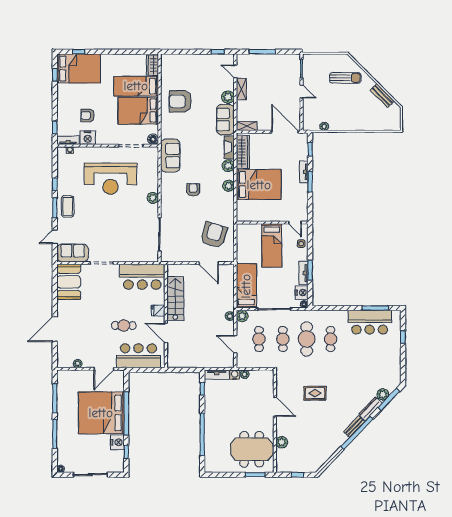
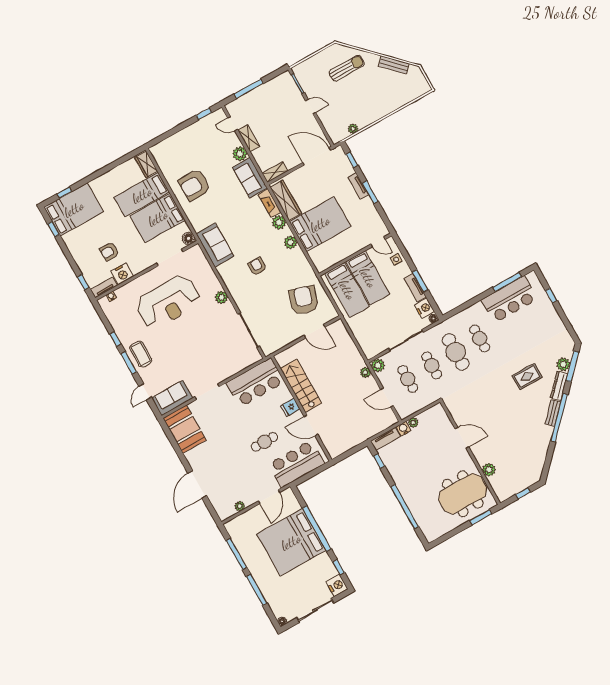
bed: (246, 286) -> (347, 290), moved, turned 180
rug: (315, 393) -> (527, 377), moved
nightstand: (117, 442) -> (337, 585), moved

